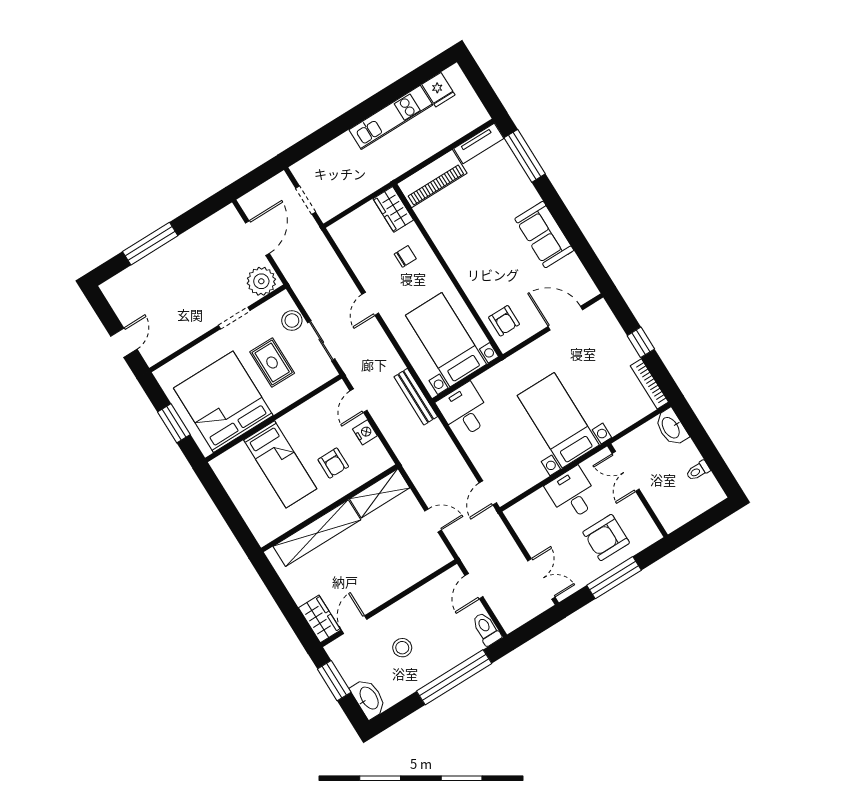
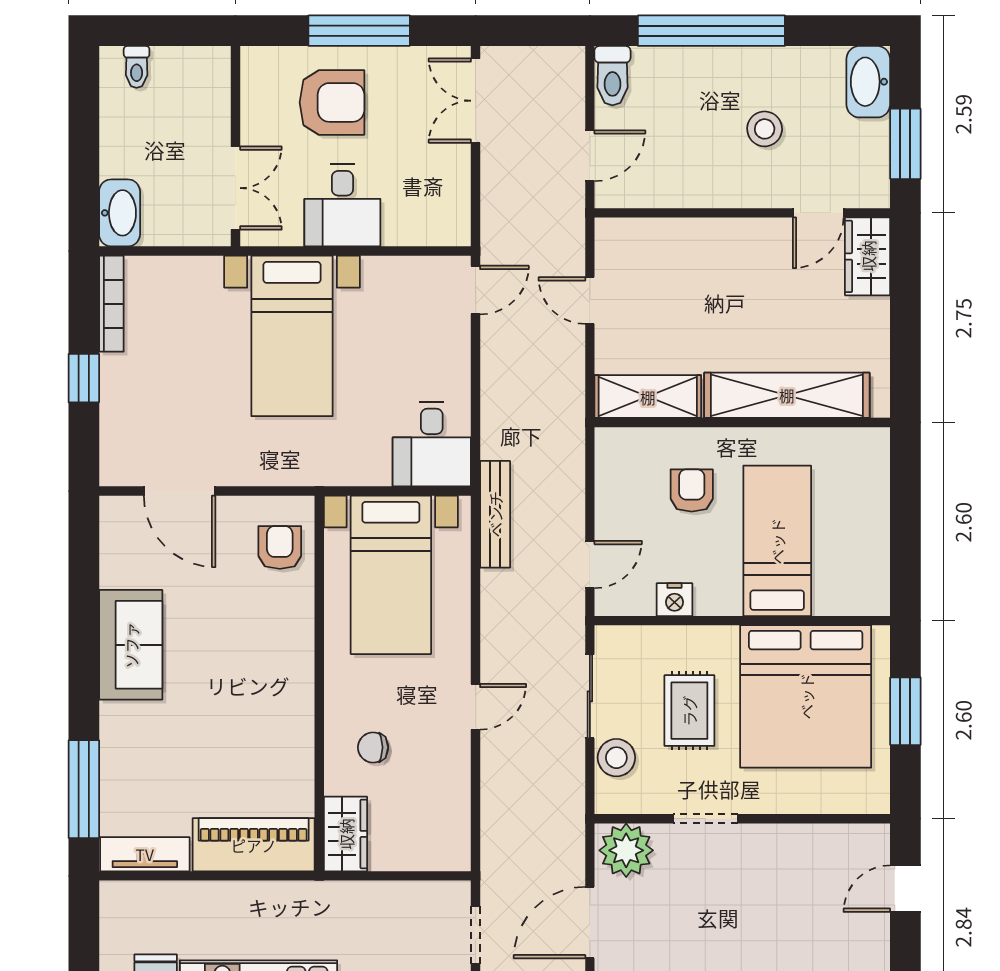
nightstand: (365, 432) -> (674, 600), moved, turned -90
toilet: (698, 471) -> (137, 67), moved, turned 90

